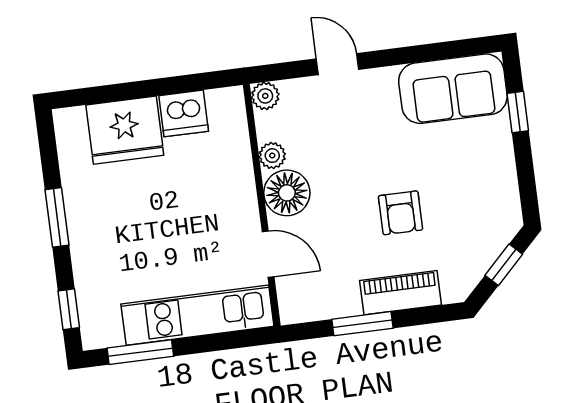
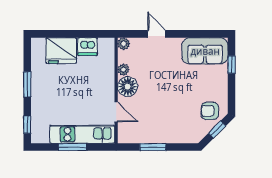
armchair: (401, 213) -> (210, 111), moved, turned 90
piano: (401, 293) -> (171, 136), removed
window: (140, 352) -> (73, 147), moved

